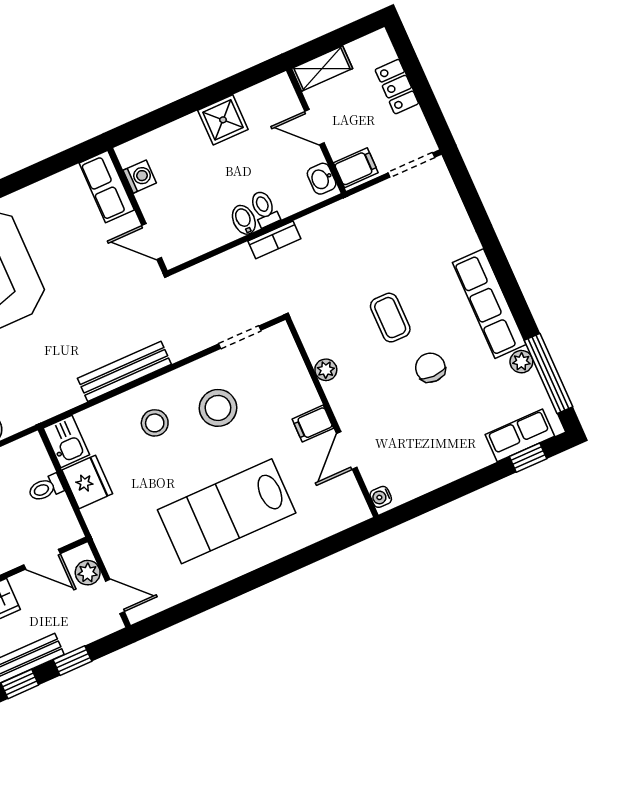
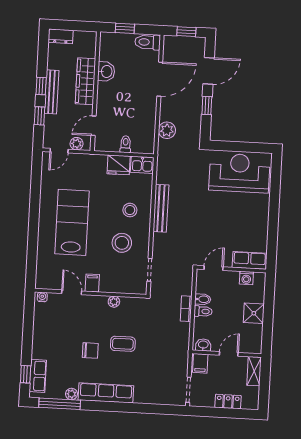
washing machine: (140, 177) -> (246, 278), moved
row of seats: (107, 187) -> (250, 260), moved
wall: (138, 210) -> (231, 269), moved
door: (152, 242) -> (214, 268), moved

